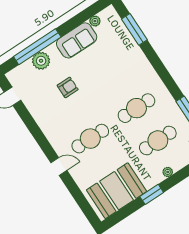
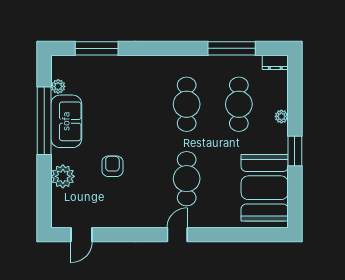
window: (37, 47) -> (44, 121), moved
door: (59, 166) -> (177, 235), moved

